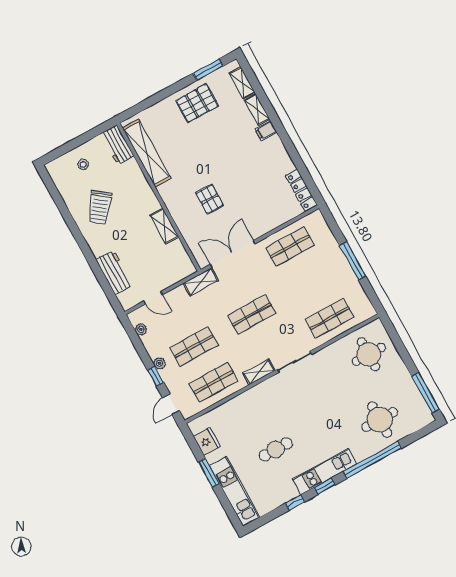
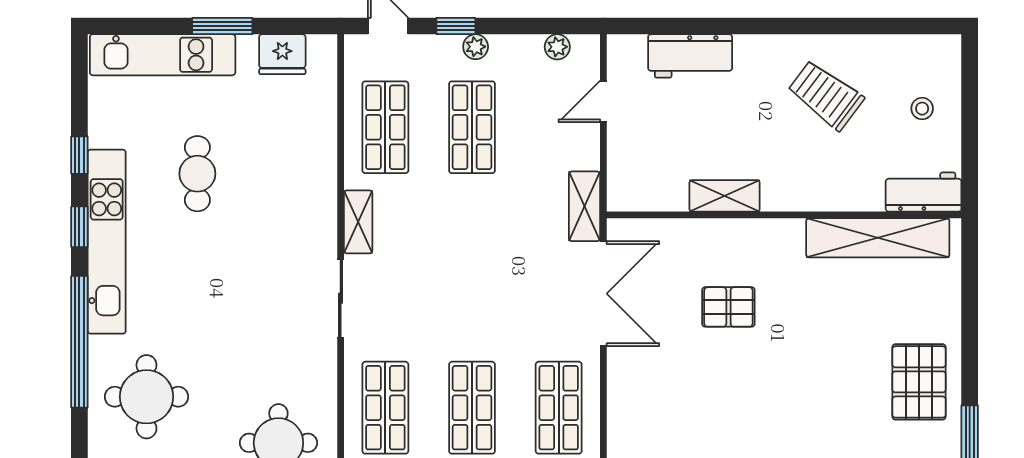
shop shelf: (252, 314) -> (472, 408), moved
kitchen unit: (325, 471) -> (107, 242), width x1.36

